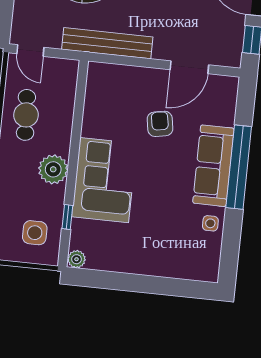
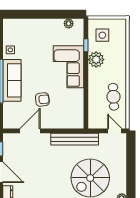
armchair: (160, 124) -> (42, 99), turned -86
plant: (53, 169) -> (96, 60), moved
plant: (77, 259) -> (69, 24), moved

